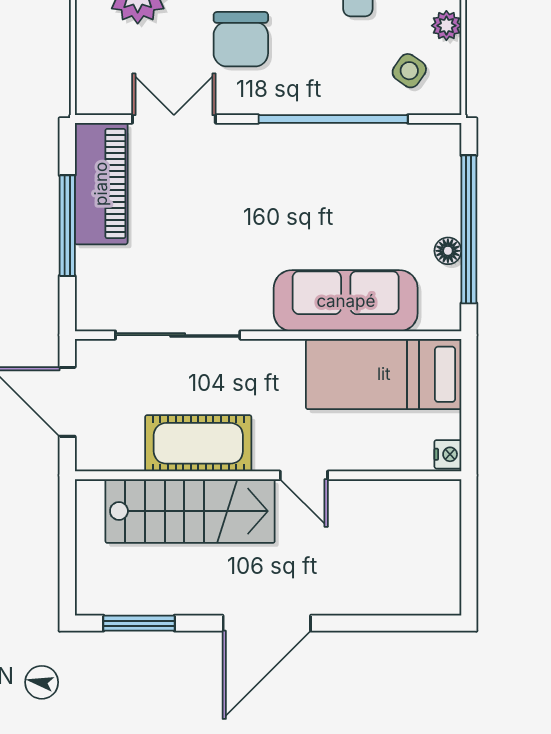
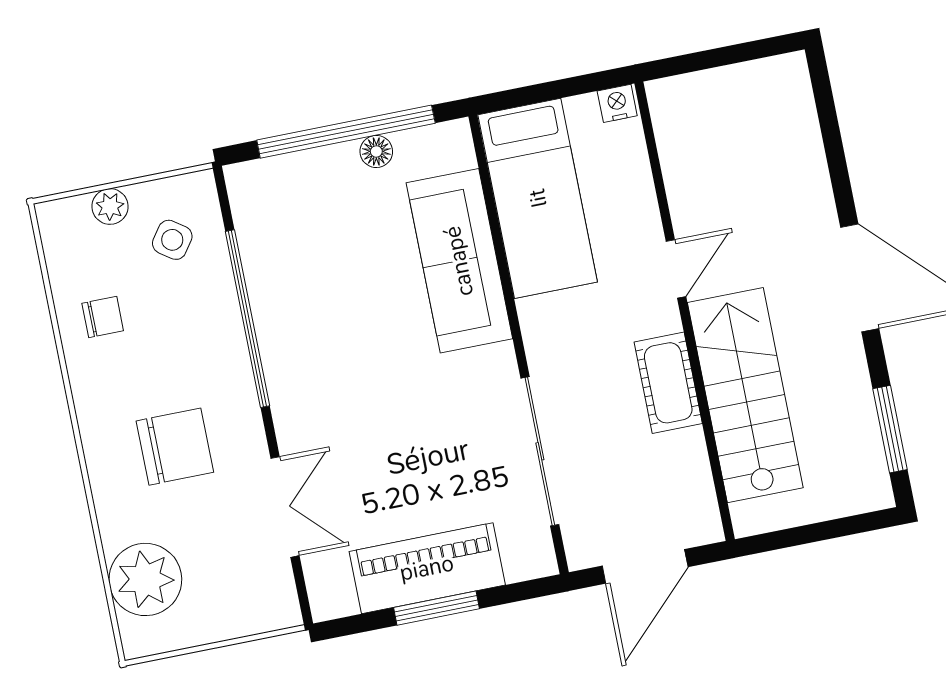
double door: (174, 119) -> (285, 507), swing flipped
piano: (101, 184) -> (427, 568), moved
window: (67, 226) -> (437, 608), width x0.69
cot: (198, 443) -> (668, 383), width x0.73, depth x0.75

